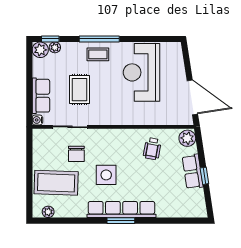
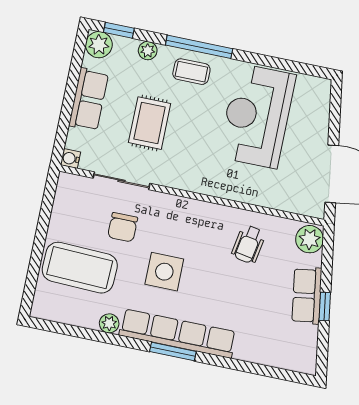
plant: (55, 47) -> (148, 51), moved
row of seats: (41, 96) -> (89, 99), moved
plant: (48, 212) -> (109, 323), moved

